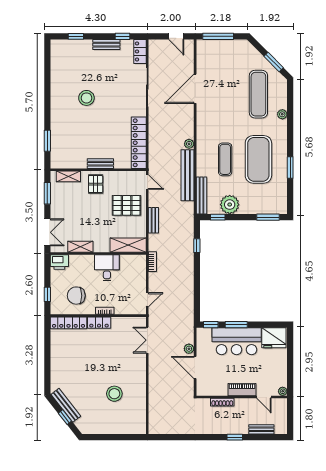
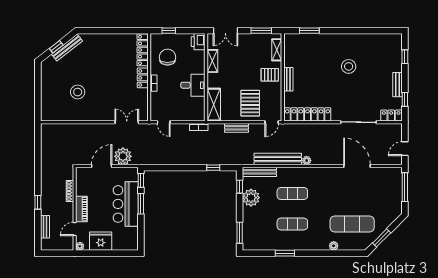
exercise mat: (258, 159) -> (292, 224), width x0.50, depth x0.69
fridge: (274, 338) -> (101, 241), moved, turned 90
plant: (189, 349) -> (123, 156), width x1.87, depth x1.87

